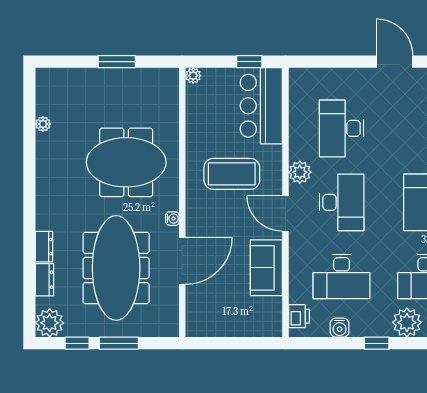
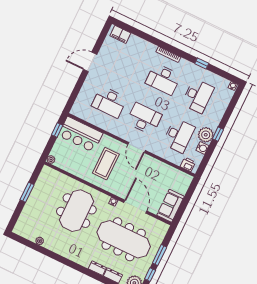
plant: (300, 172) -> (120, 131), removed
door: (286, 213) -> (137, 147), hinge flipped
sofa: (266, 268) -> (171, 206), moved, turned 90
plant: (407, 322) -> (206, 135), moved

